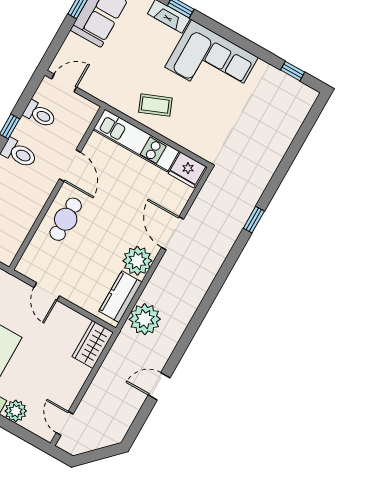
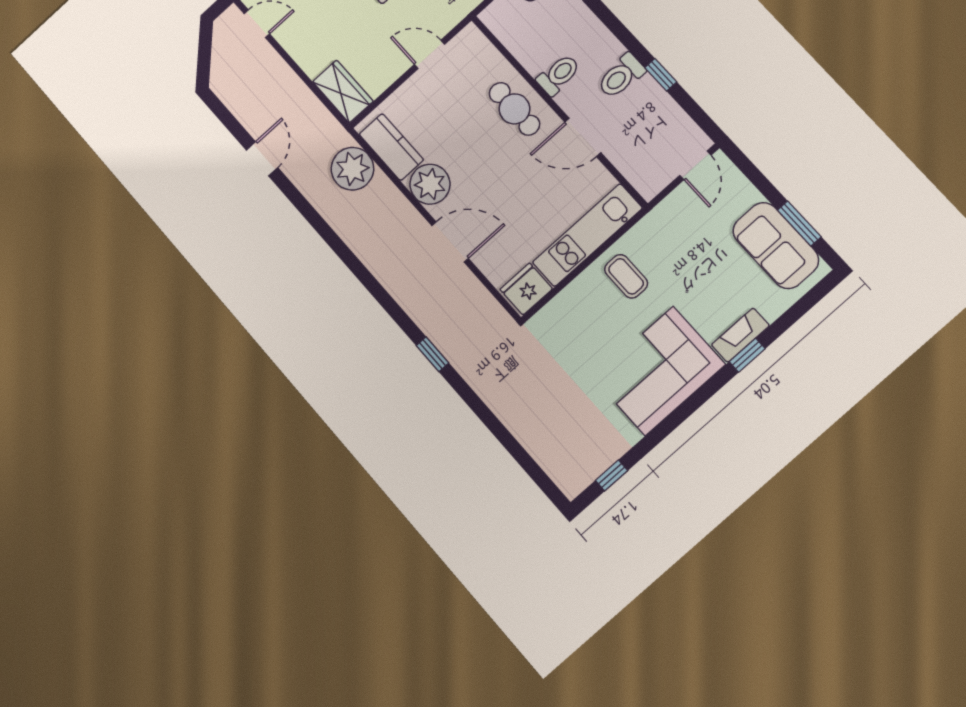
coffee table: (155, 105) -> (626, 276), turned -68
toilet: (40, 114) -> (558, 75), moved, turned 180

